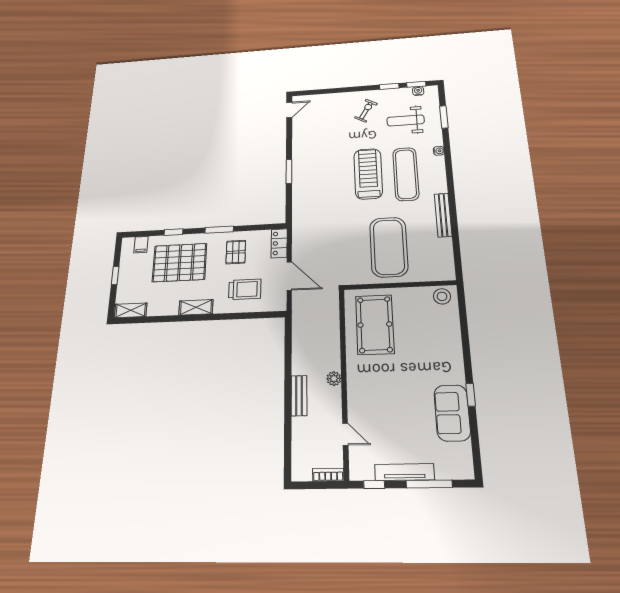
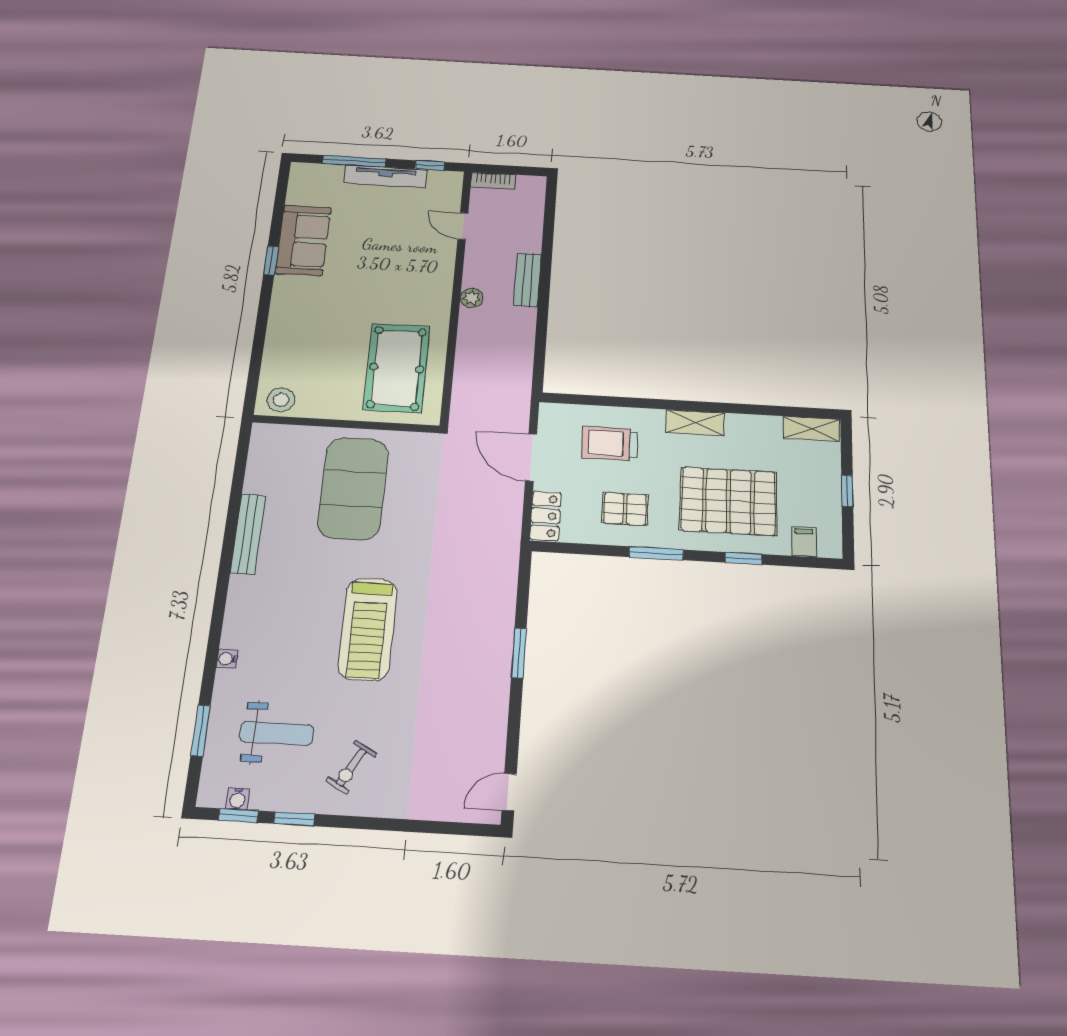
exercise mat: (406, 174) -> (298, 620), removed
pallet: (236, 252) -> (625, 509), turned 90

